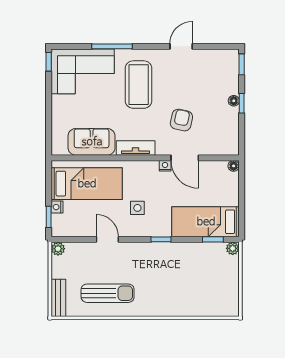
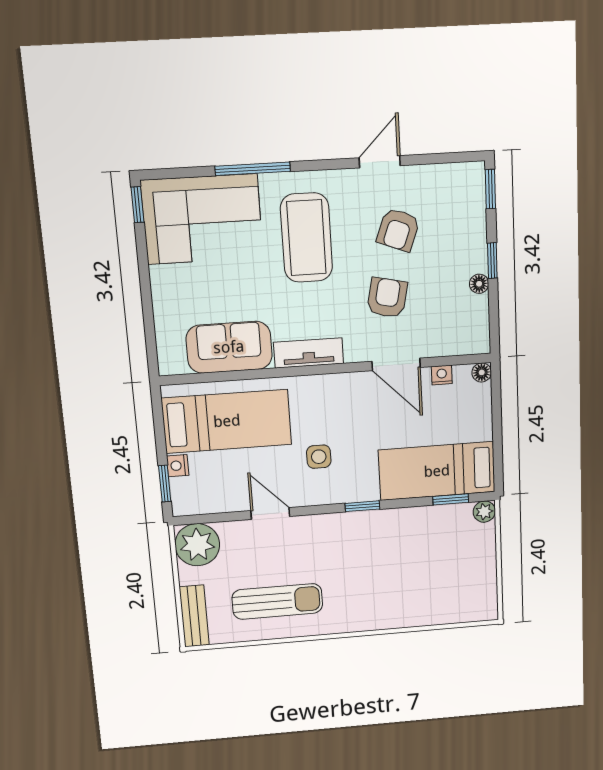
armchair: (189, 83) -> (398, 230), added
floor lamp: (234, 101) -> (479, 284), moved
nightstand: (165, 166) -> (442, 375), moved
plant: (58, 249) -> (197, 545), width x1.87, depth x1.87

